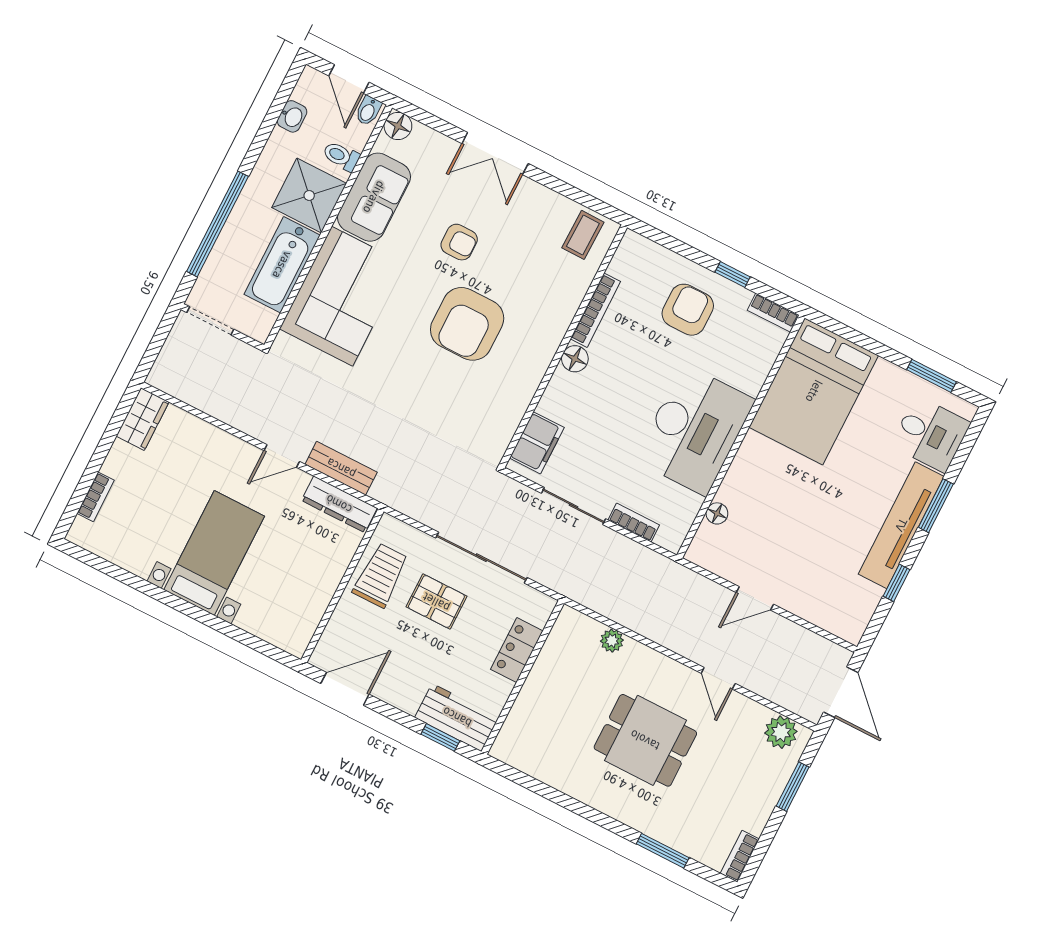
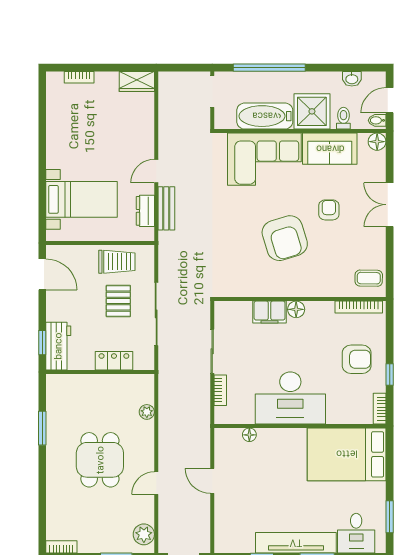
armchair: (459, 242) -> (329, 210), turned 180
bookcase: (595, 310) -> (359, 307), moved
armchair: (467, 324) -> (285, 238), turned -107
filing cabinet: (537, 443) -> (270, 312), moved
door: (282, 456) -> (156, 171), hinge flipped
dresser: (339, 504) -> (145, 211), width x0.70
bed with nightstands: (214, 553) -> (82, 199), moved
window: (663, 851) -> (42, 428), moved

